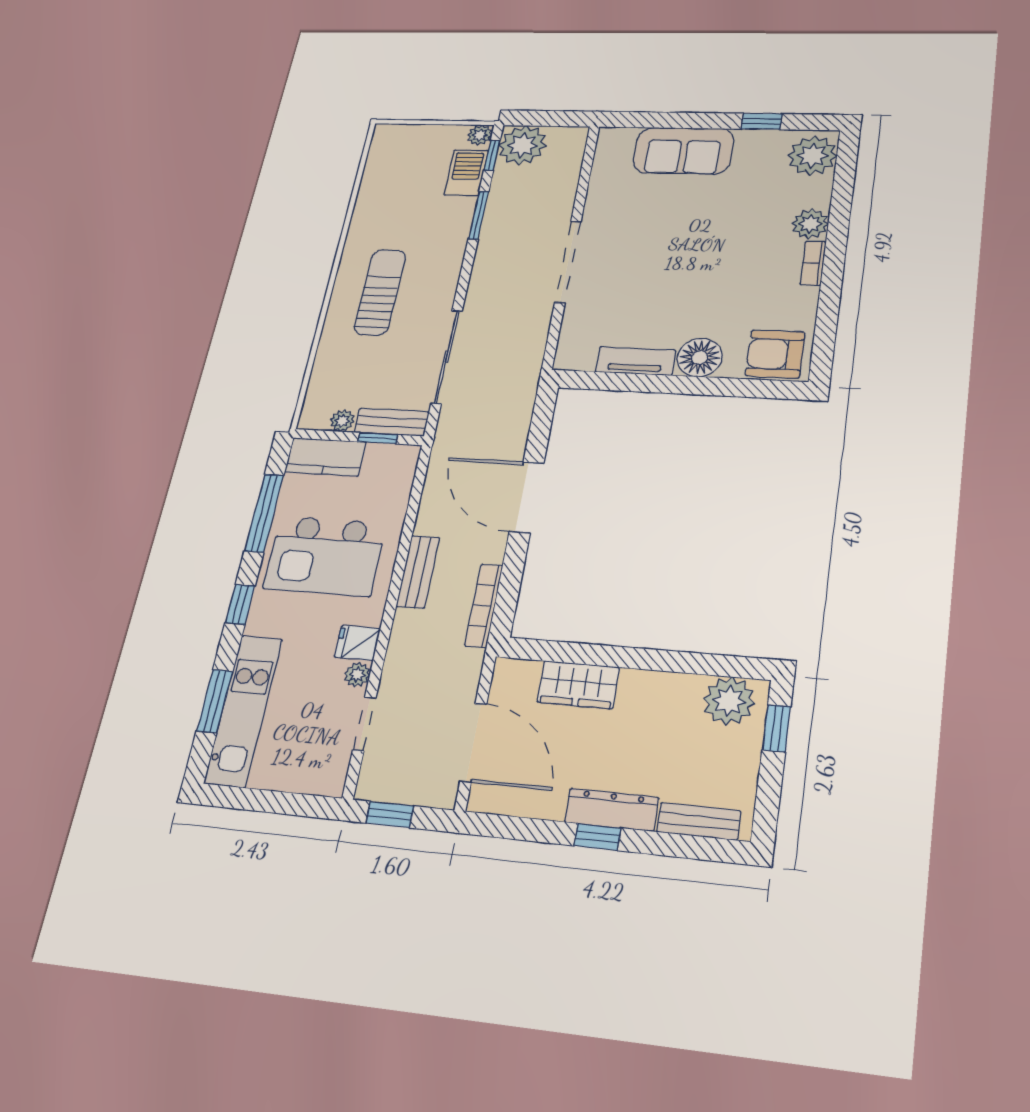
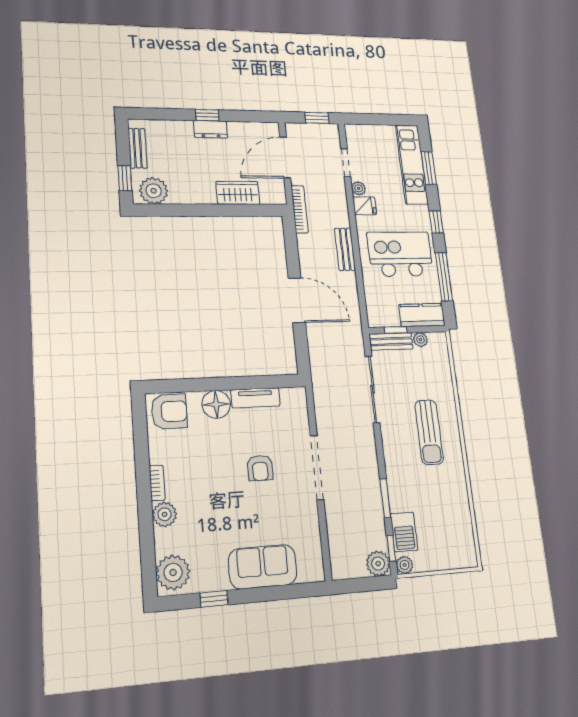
plant: (522, 145) -> (378, 564), width x0.73, depth x0.73
armchair: (654, 268) -> (260, 468), added
bookcase: (484, 606) -> (300, 209), moved
door: (473, 743) -> (285, 157), hinge flipped
dresser: (612, 810) -> (211, 129), width x0.70
bench: (699, 821) -> (138, 148), moved, turned 90

